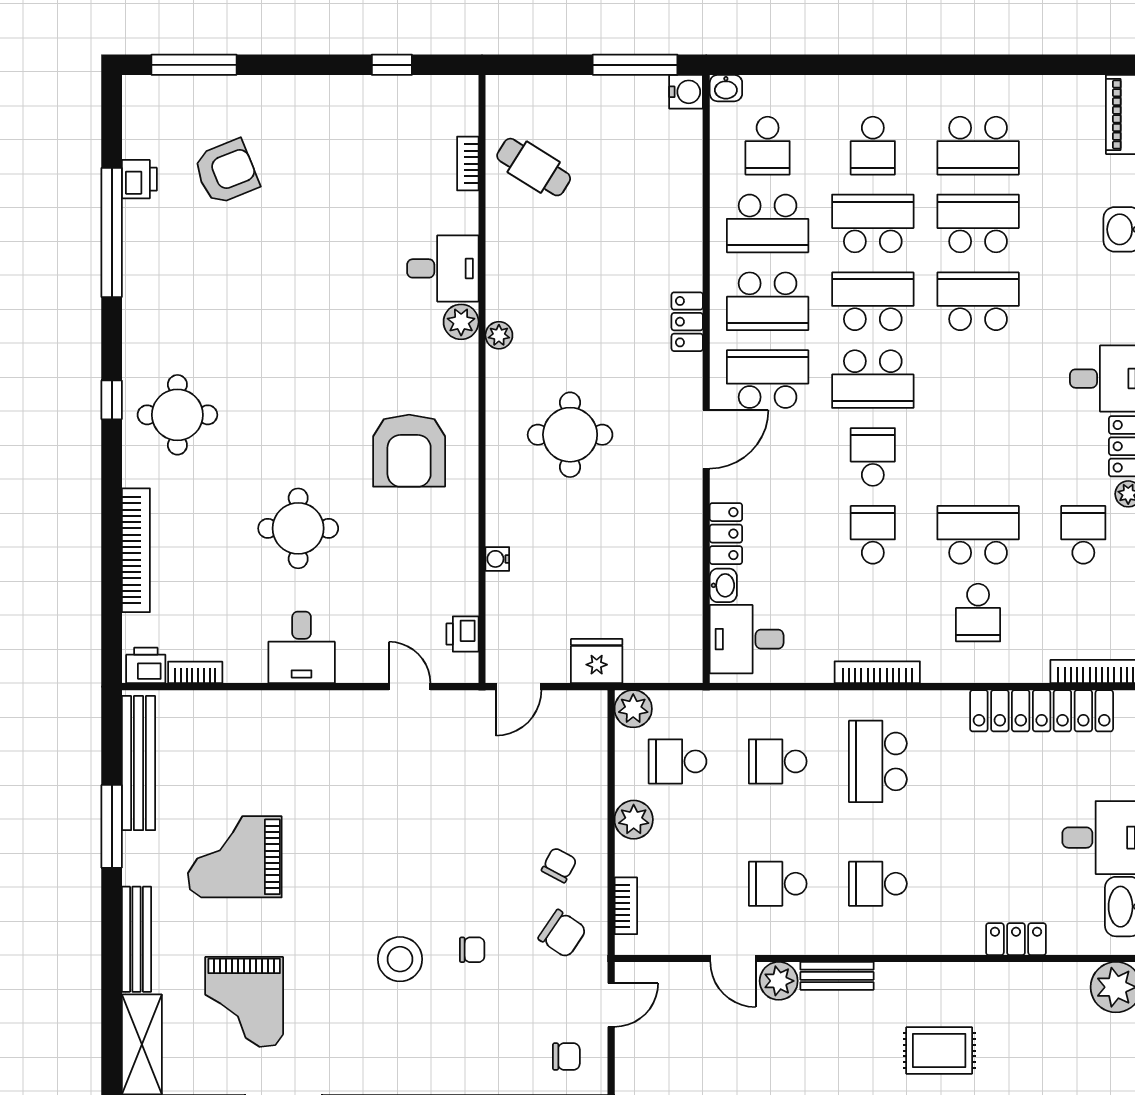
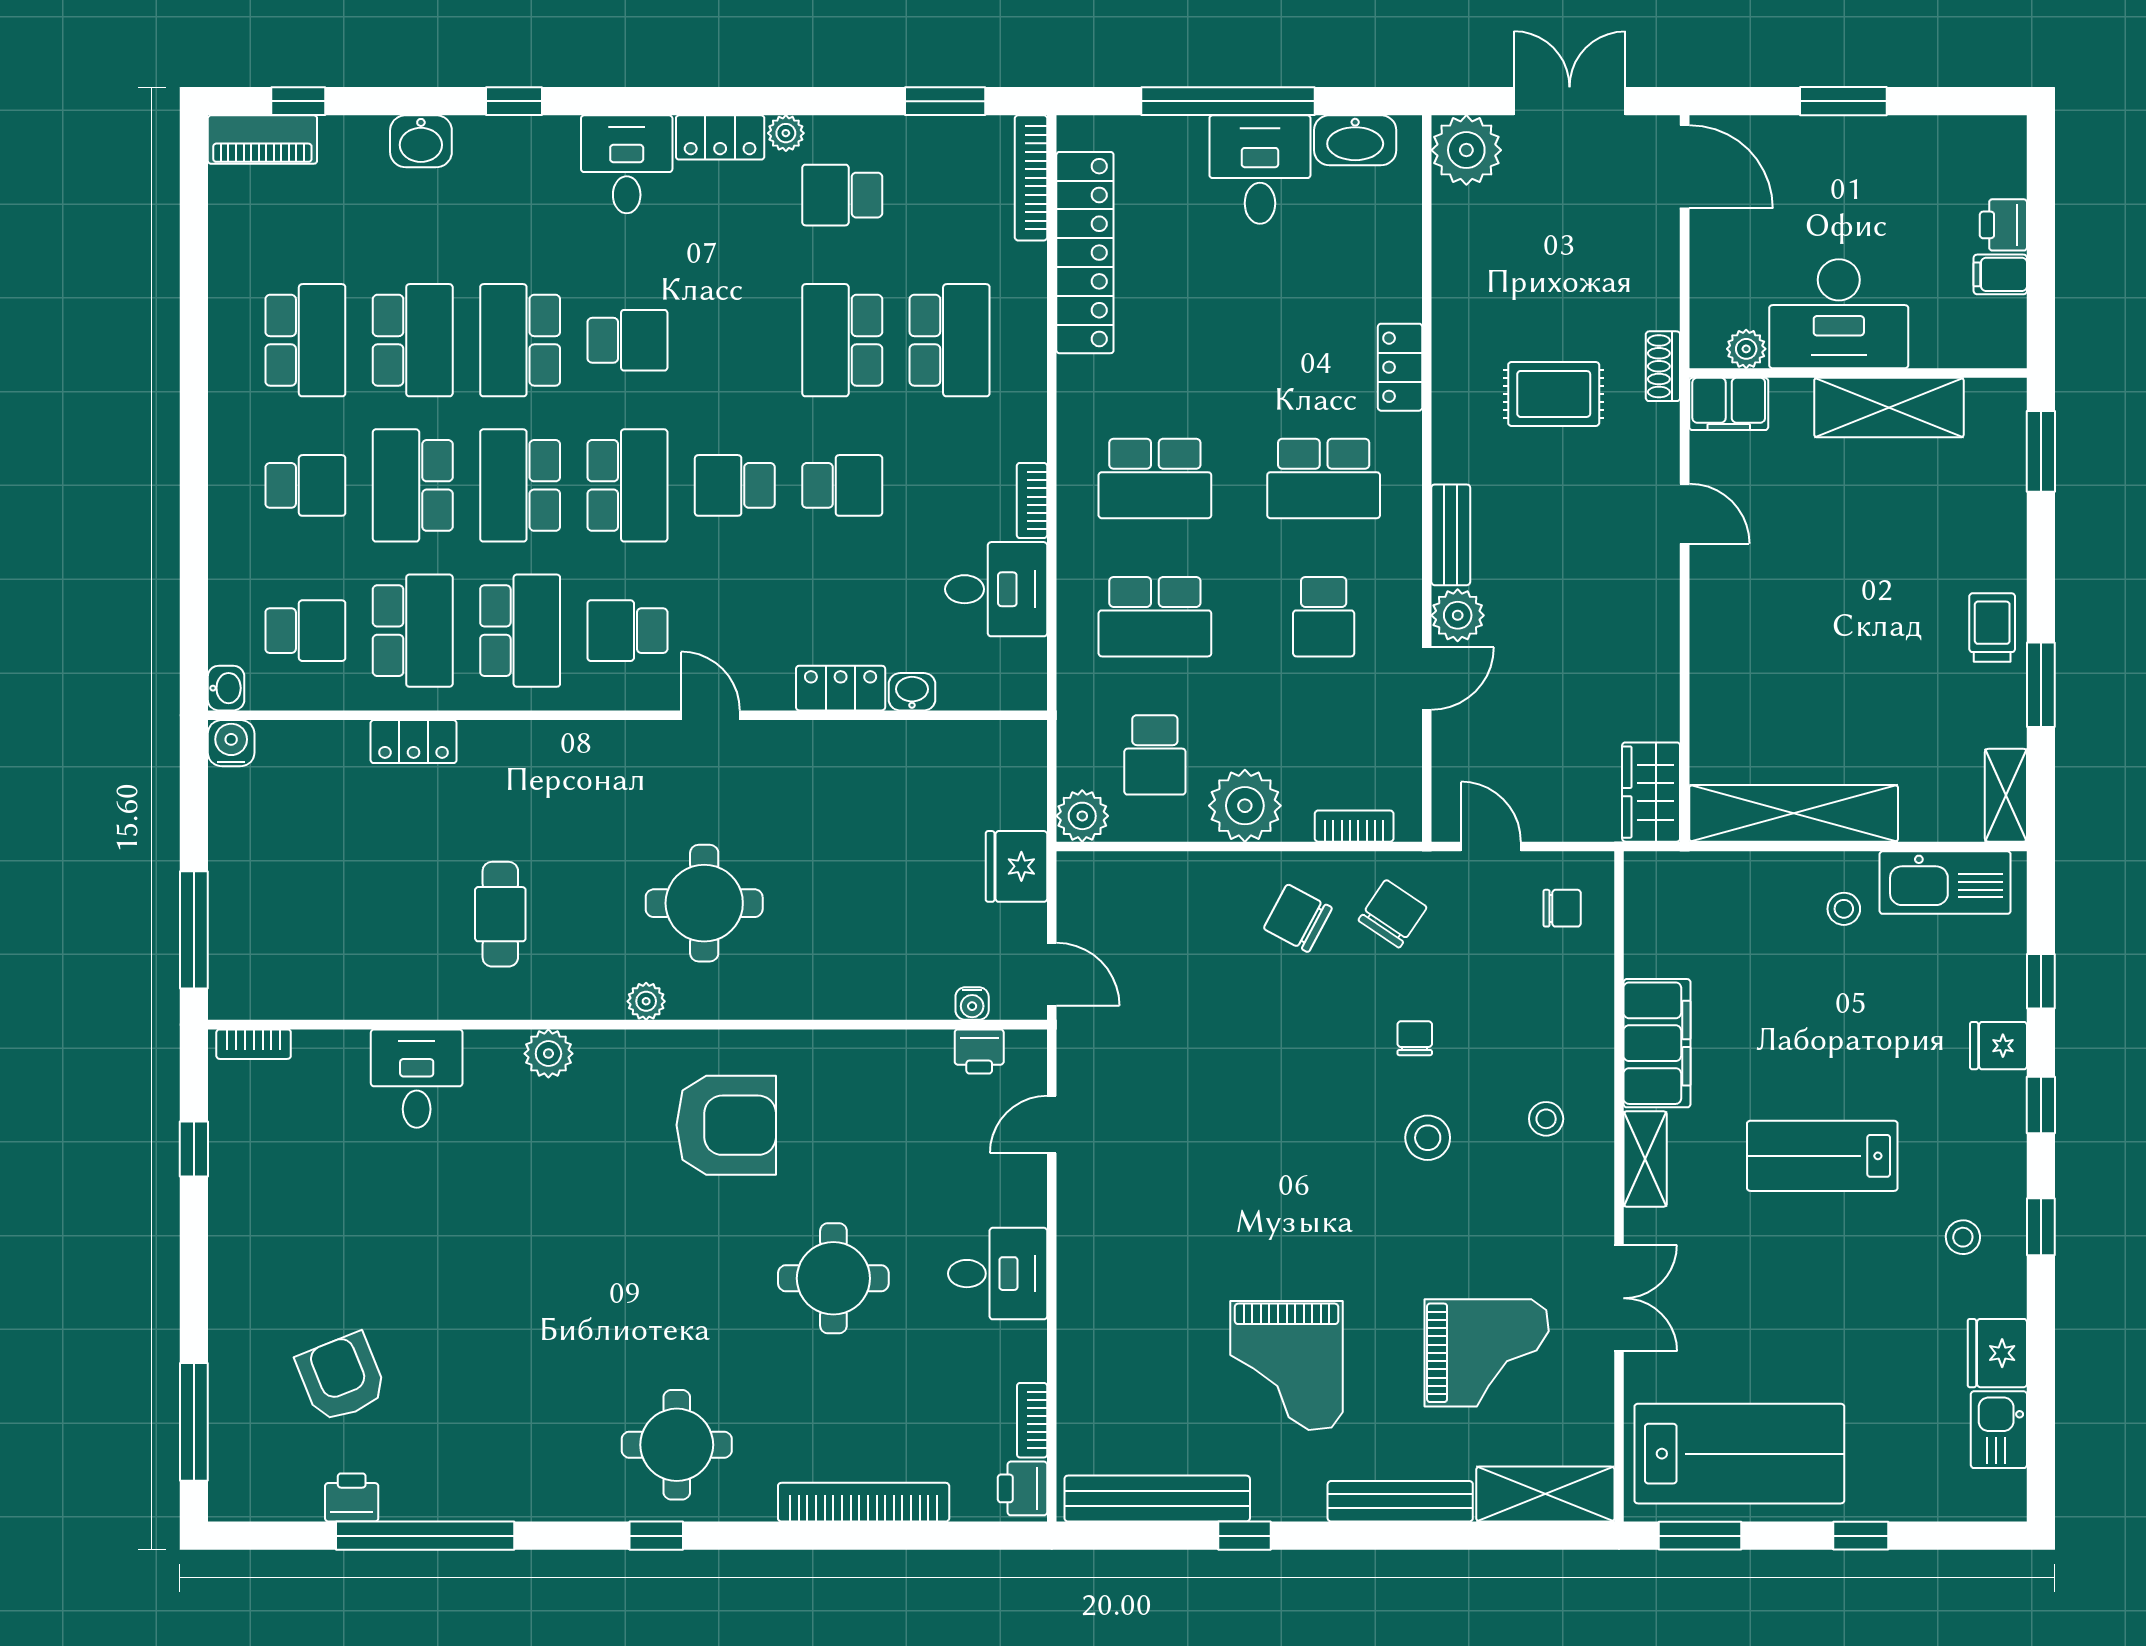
window: (635, 65) -> (194, 930), moved
bookcase: (468, 164) -> (254, 1044), moved
cafe table: (534, 167) -> (500, 914), moved, turned -32
school desk: (978, 223) -> (413, 340), turned 180
desk: (443, 268) -> (417, 1079), moved
locker: (687, 322) -> (414, 742), moved
plant: (499, 335) -> (646, 1001), moved
school desk: (768, 379) -> (627, 631), width x0.54
school desk: (978, 379) -> (627, 340), added
door: (706, 439) -> (710, 715), width x0.73
school desk: (873, 535) -> (842, 485), turned 180
water cooler: (497, 559) -> (972, 1003), moved
school desk: (978, 613) -> (950, 340), width x1.85
desk: (747, 639) -> (996, 589), moved, turned -90
bookcase: (877, 672) -> (1032, 501), width x0.64
school desk: (778, 761) -> (1155, 617), width x1.85
plant: (634, 820) -> (1245, 806), width x1.36, depth x1.36
window: (112, 826) -> (1245, 1536), width x0.46
chair: (559, 865) -> (1298, 918), width x1.37, depth x1.37
school desk: (878, 884) -> (1324, 478), width x1.85
locker: (1016, 939) -> (1400, 367), moved
stool: (400, 959) -> (1428, 1138), width x0.73, depth x0.73
stool: (414, 1045) -> (1546, 1119), added
rug: (939, 1051) -> (1554, 394), turned 90
chair: (566, 1057) -> (1562, 908), turned 90

